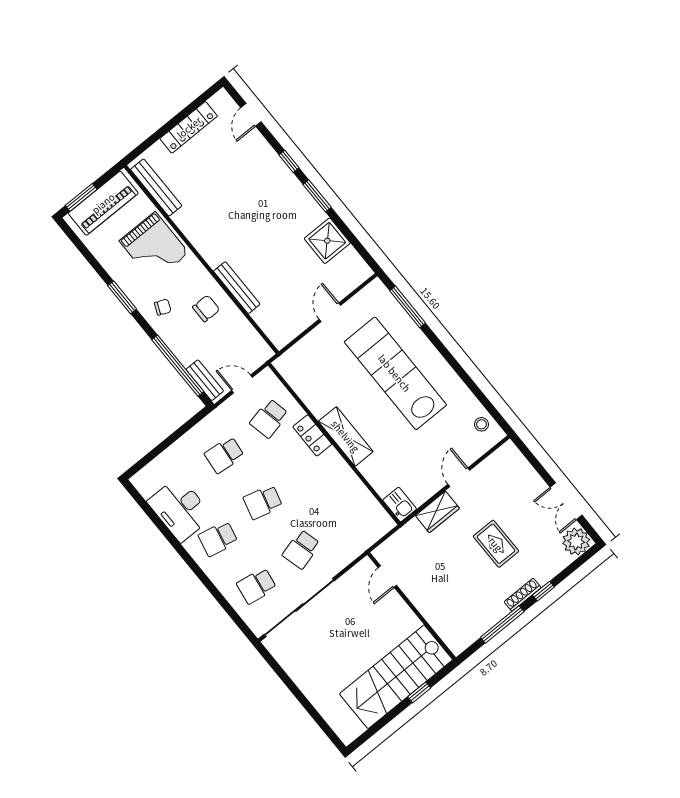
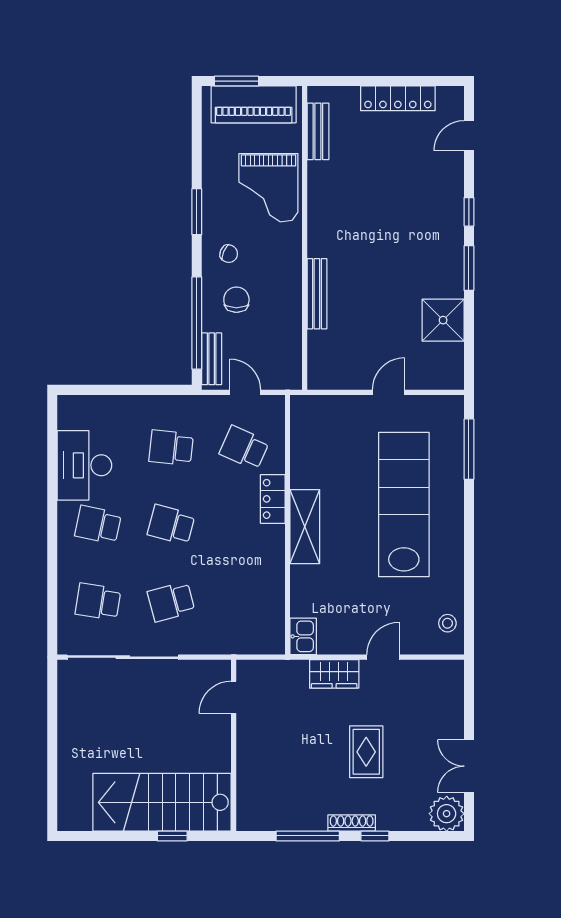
bench: (156, 188) -> (318, 131), width x0.73
chair: (206, 308) -> (236, 300), moved, turned -90
school desk: (269, 418) -> (244, 448), turned 36

